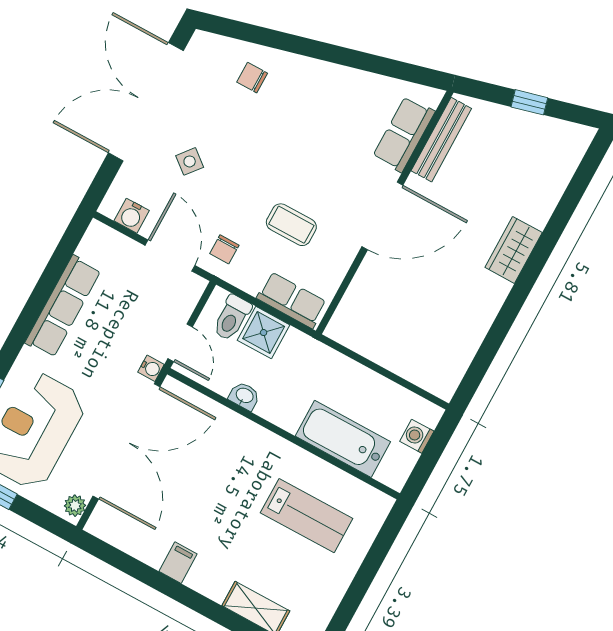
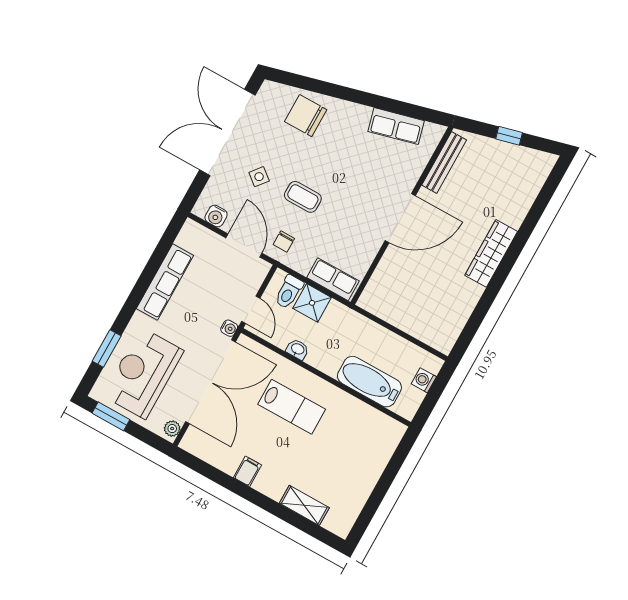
chair: (252, 78) -> (306, 116), width x1.87, depth x1.87
row of seats: (404, 134) -> (396, 126), moved, turned -105
coffee table: (291, 225) -> (303, 197), moved
wardrobe: (514, 250) -> (491, 253), width x1.50
lab bench: (307, 516) -> (292, 407), moved

